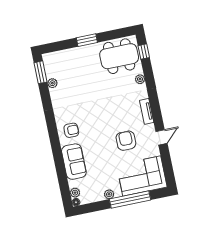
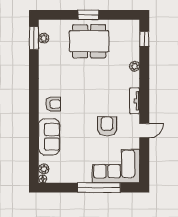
dining table: (119, 56) -> (89, 41), moved
plant: (52, 83) -> (44, 38), moved
plant: (109, 194) -> (78, 178), removed

